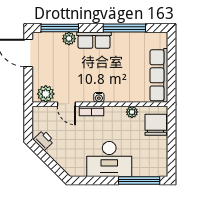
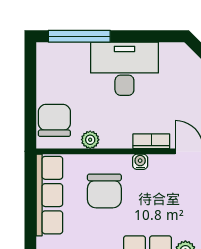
chair: (123, 78) -> (104, 191), added
chair: (156, 125) -> (54, 120), turned 180

